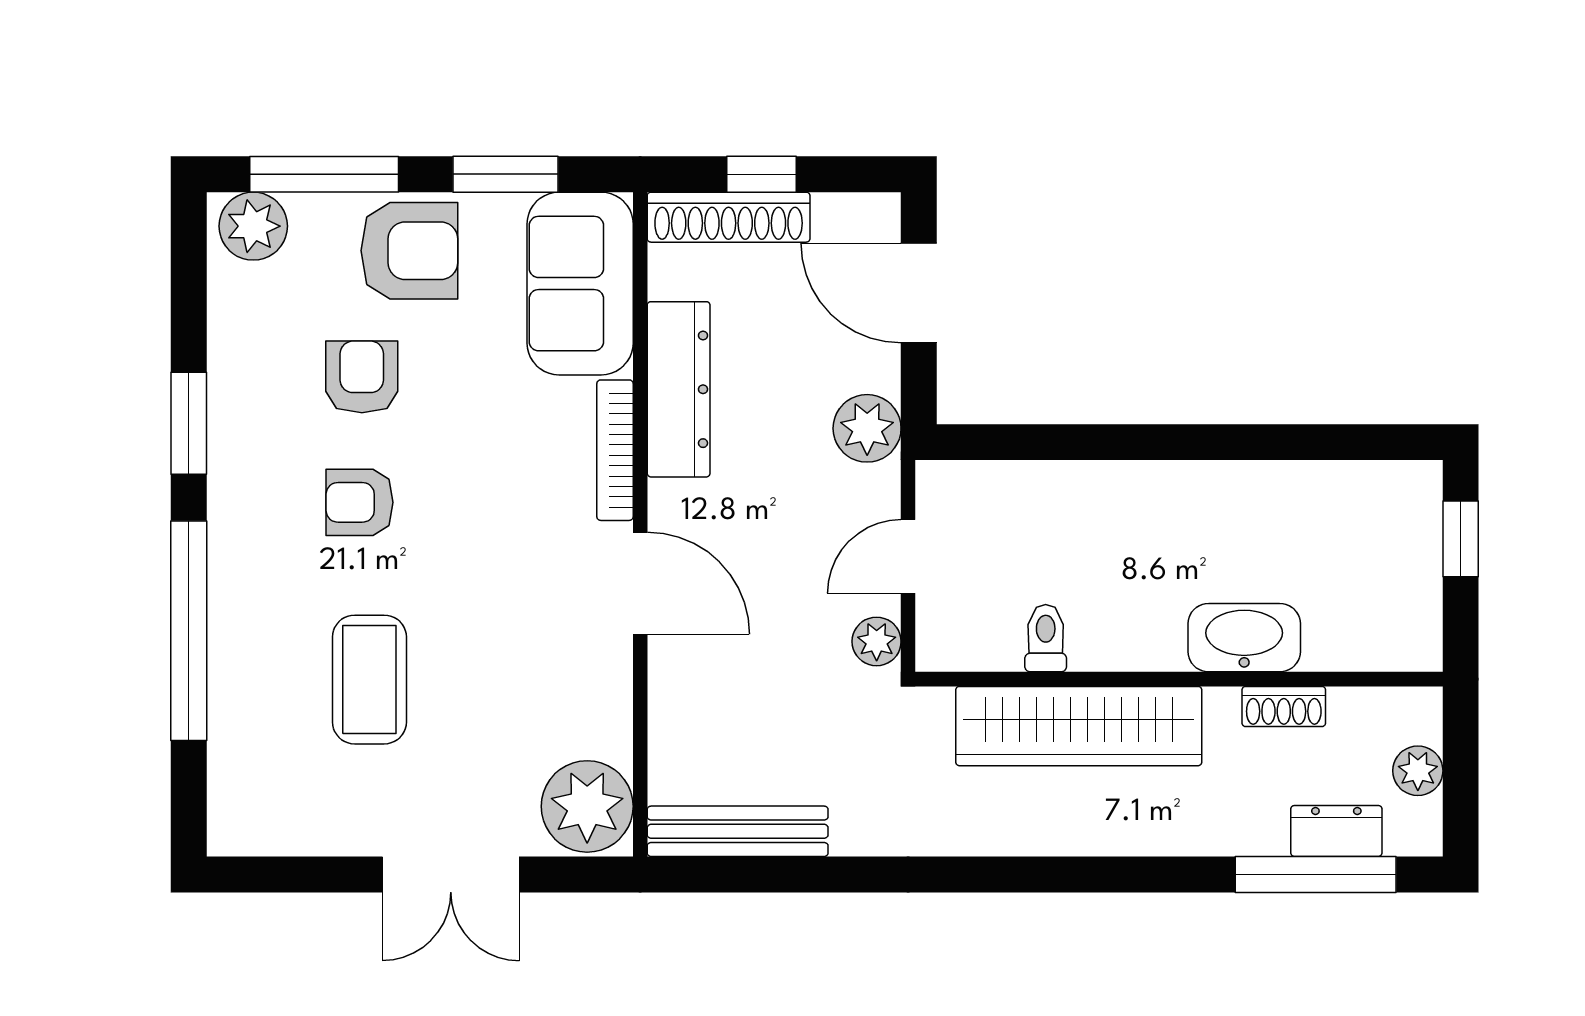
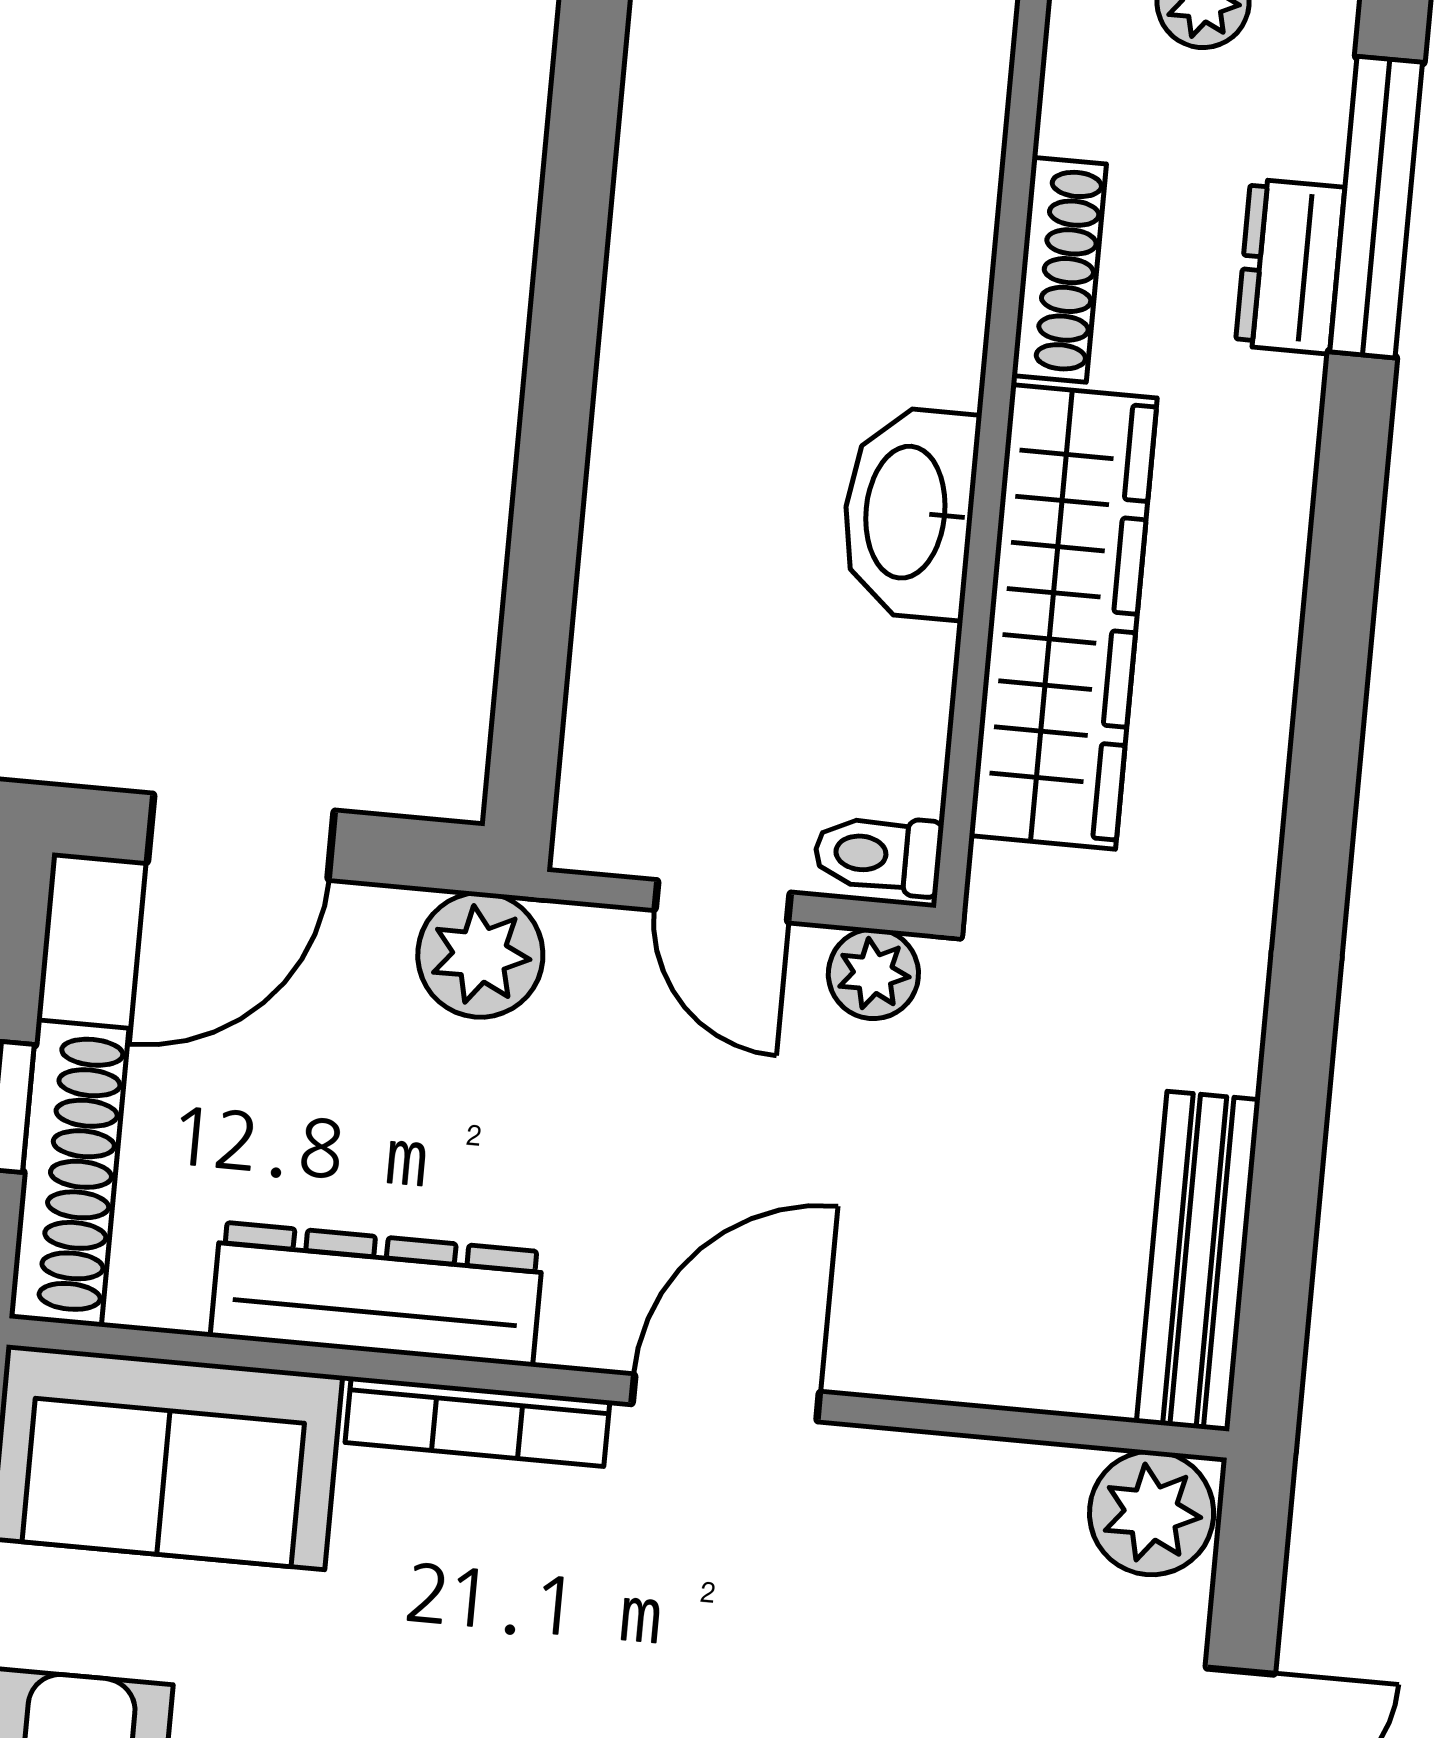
toilet: (1046, 638) -> (878, 855), moved
washbasin: (1244, 638) -> (909, 513), moved
shoe rack: (1284, 706) -> (1059, 270), width x1.43
plant: (587, 806) -> (1152, 1513), width x0.73, depth x0.73
dresser: (1336, 831) -> (1290, 266), moved

